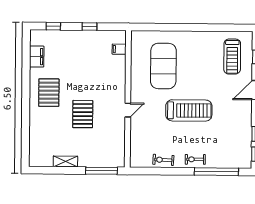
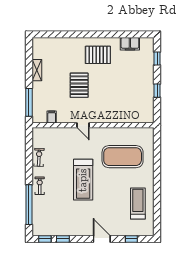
filing cabinet: (119, 49) -> (52, 117), moved
treadmill: (232, 57) -> (138, 203), moved, turned 90
pallet: (83, 114) -> (79, 85), turned 90

